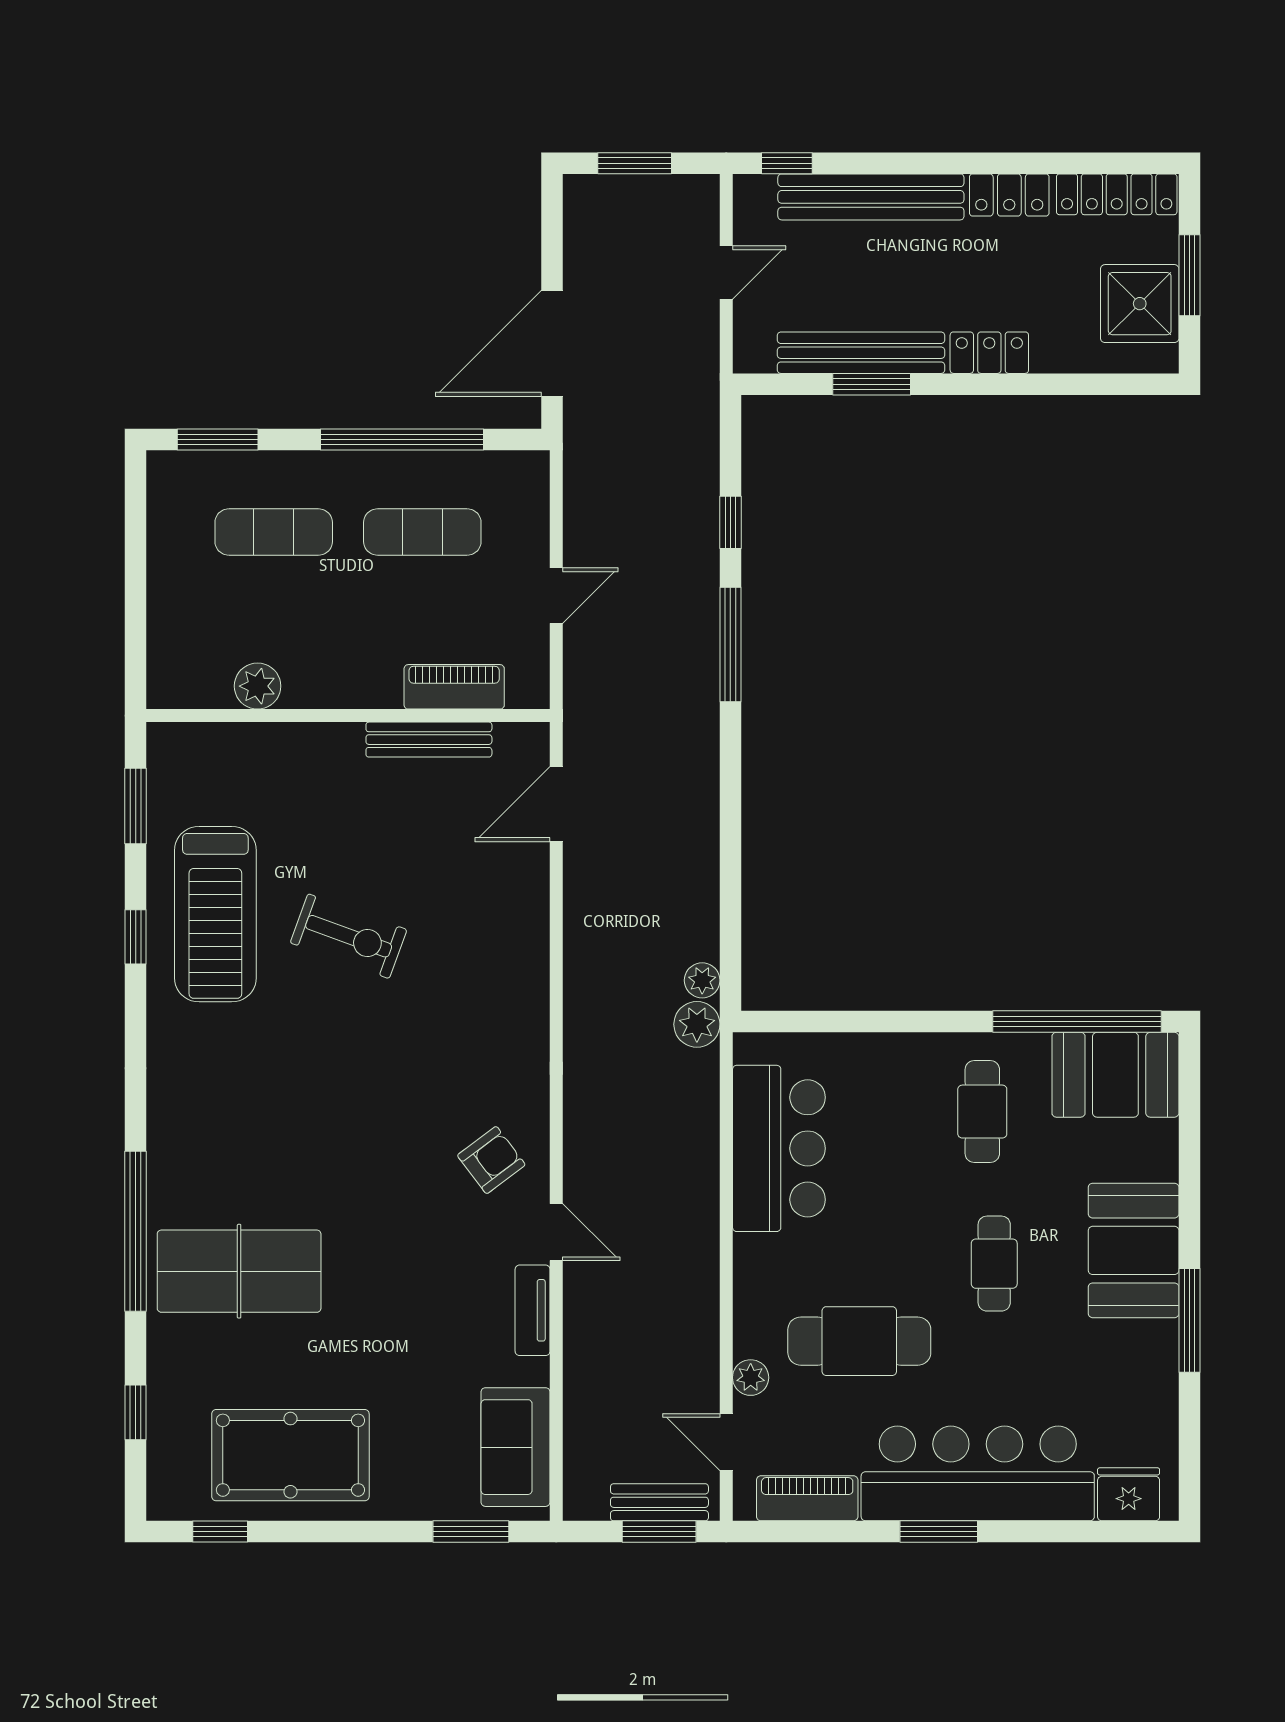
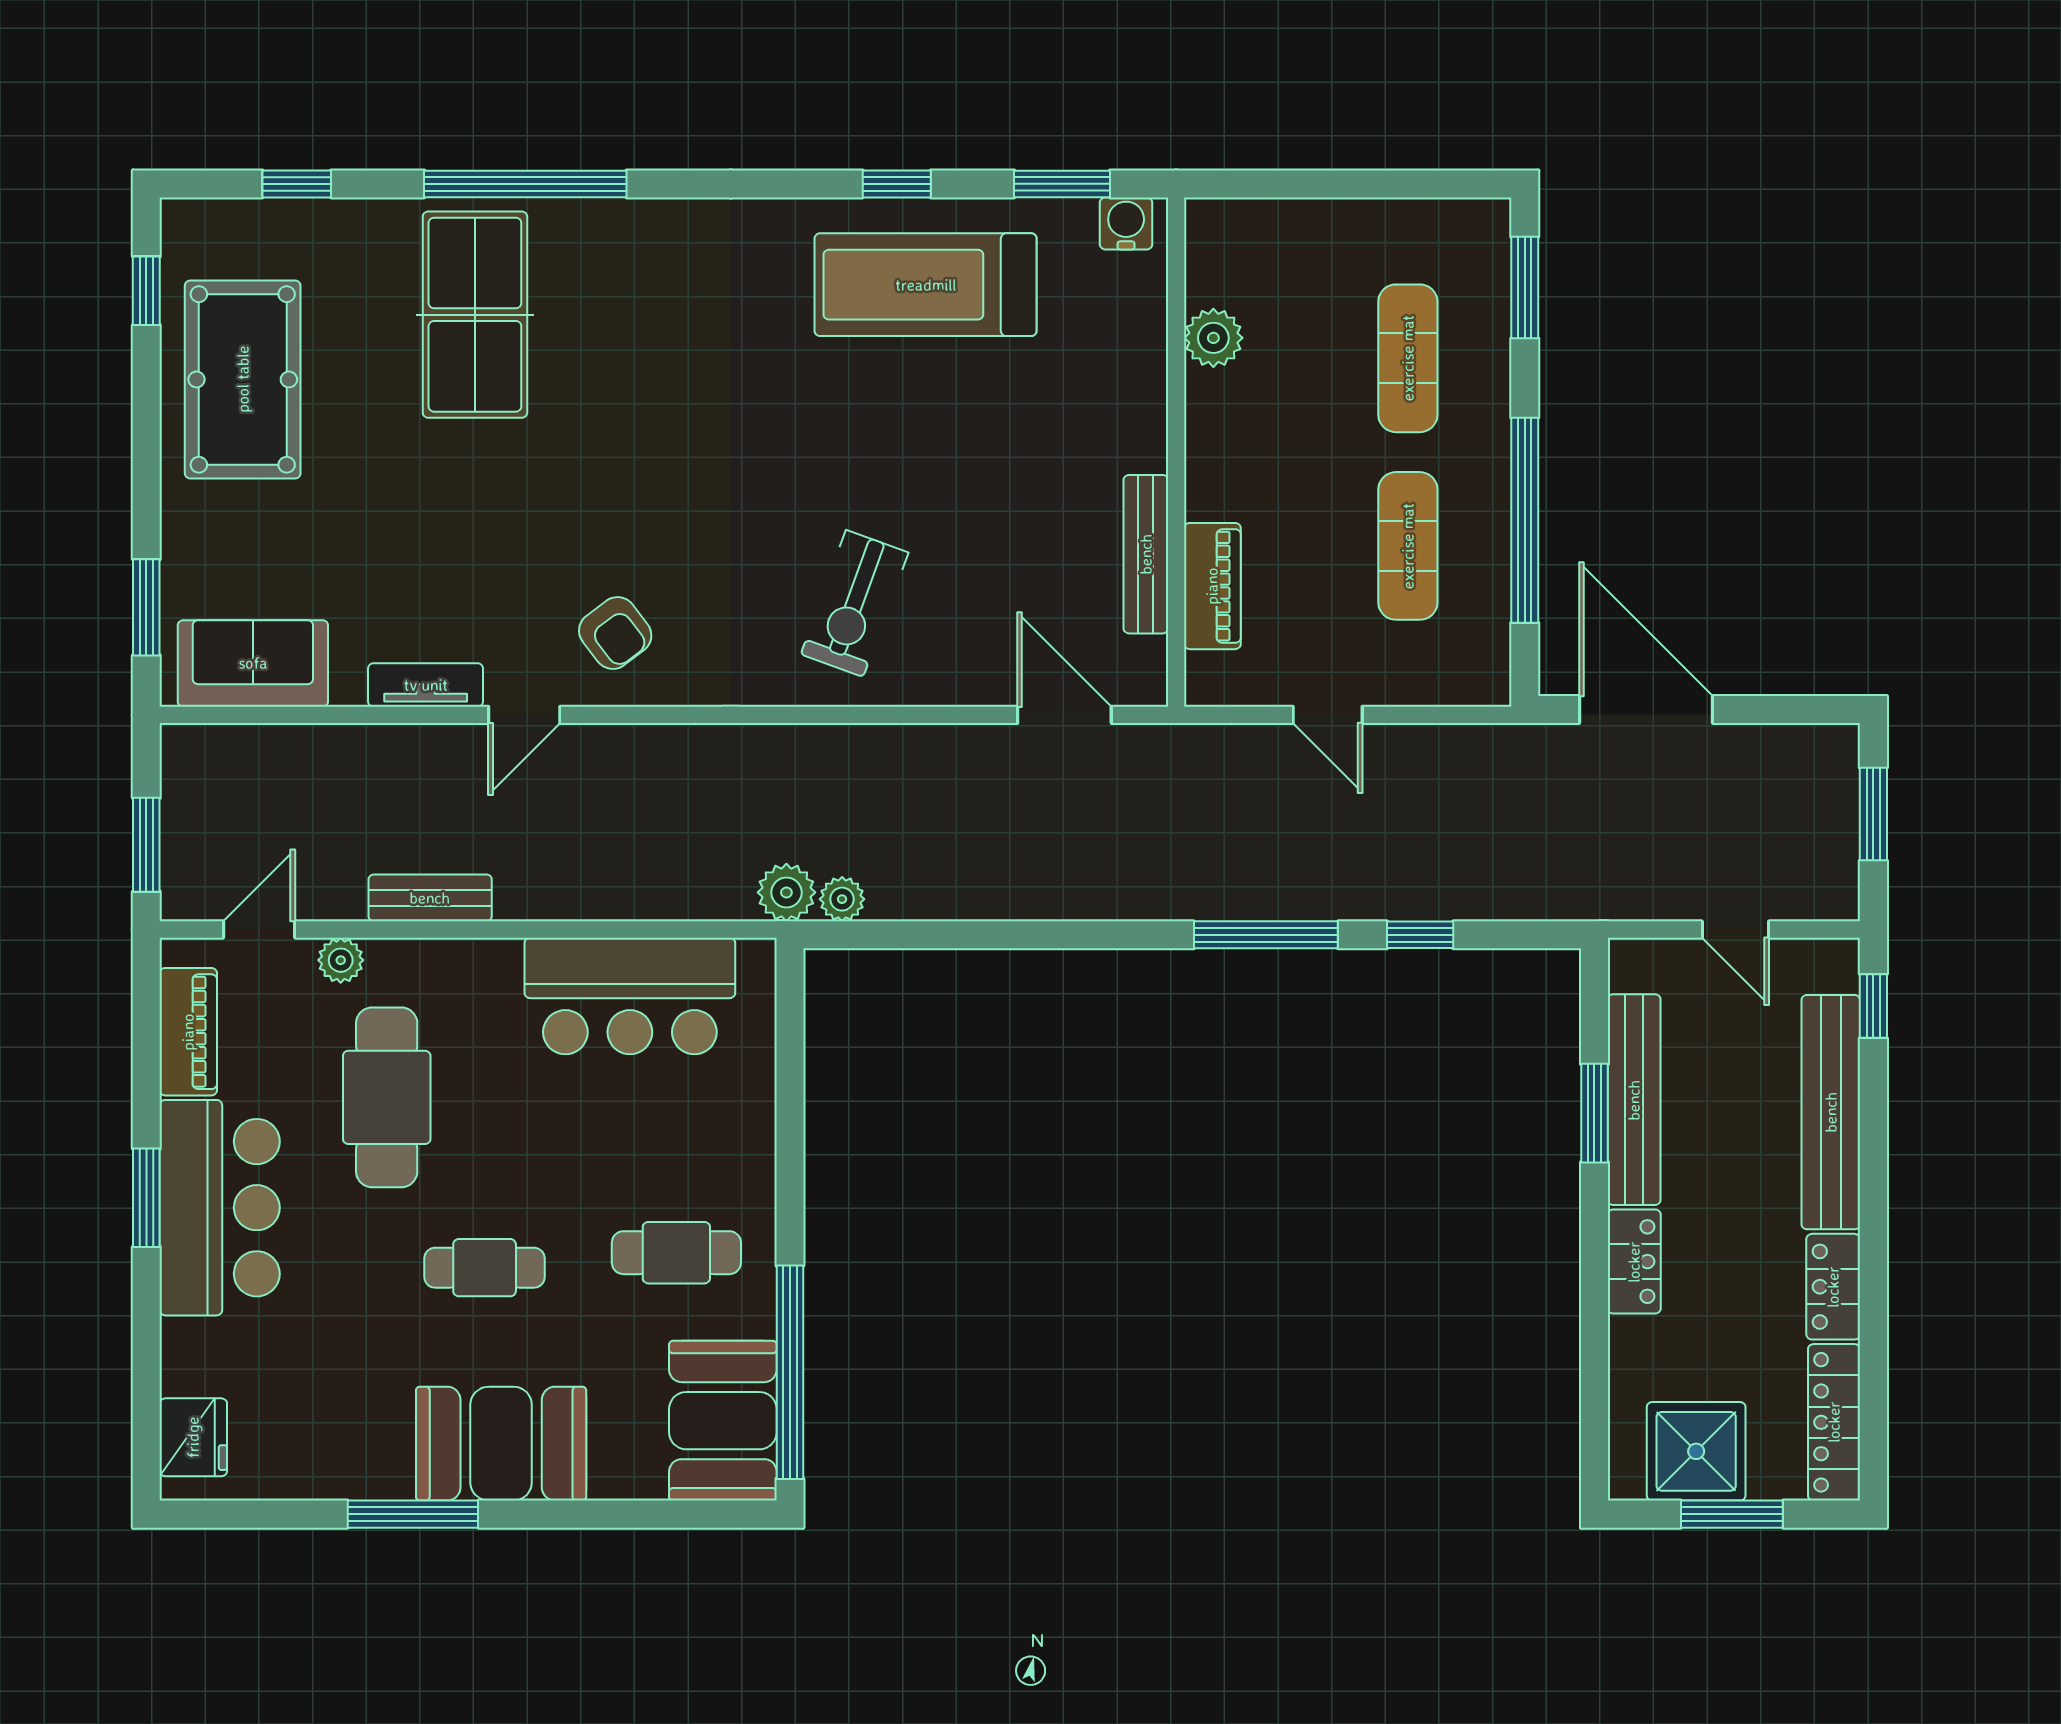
water cooler: (167, 755) -> (1126, 223), added
exercise bike: (349, 936) -> (855, 603), moved
bar counter: (978, 1473) -> (220, 1208), width x0.73
bench: (659, 1502) -> (430, 898), moved, turned 90

